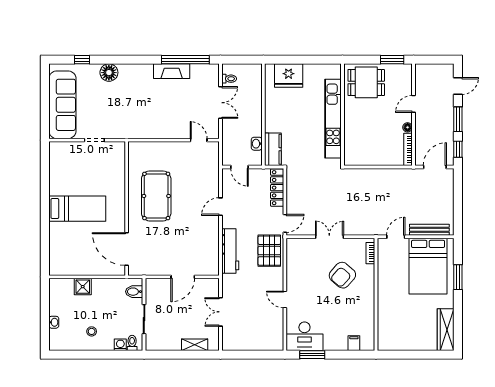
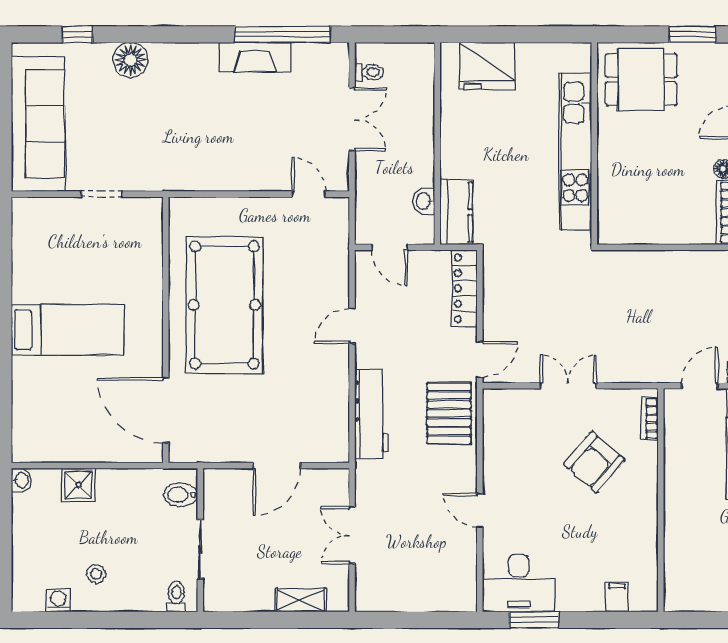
pool table: (156, 196) -> (224, 305), width x1.36, depth x1.32
washbasin: (54, 322) -> (21, 480), moved
washing machine: (120, 345) -> (58, 600), moved

